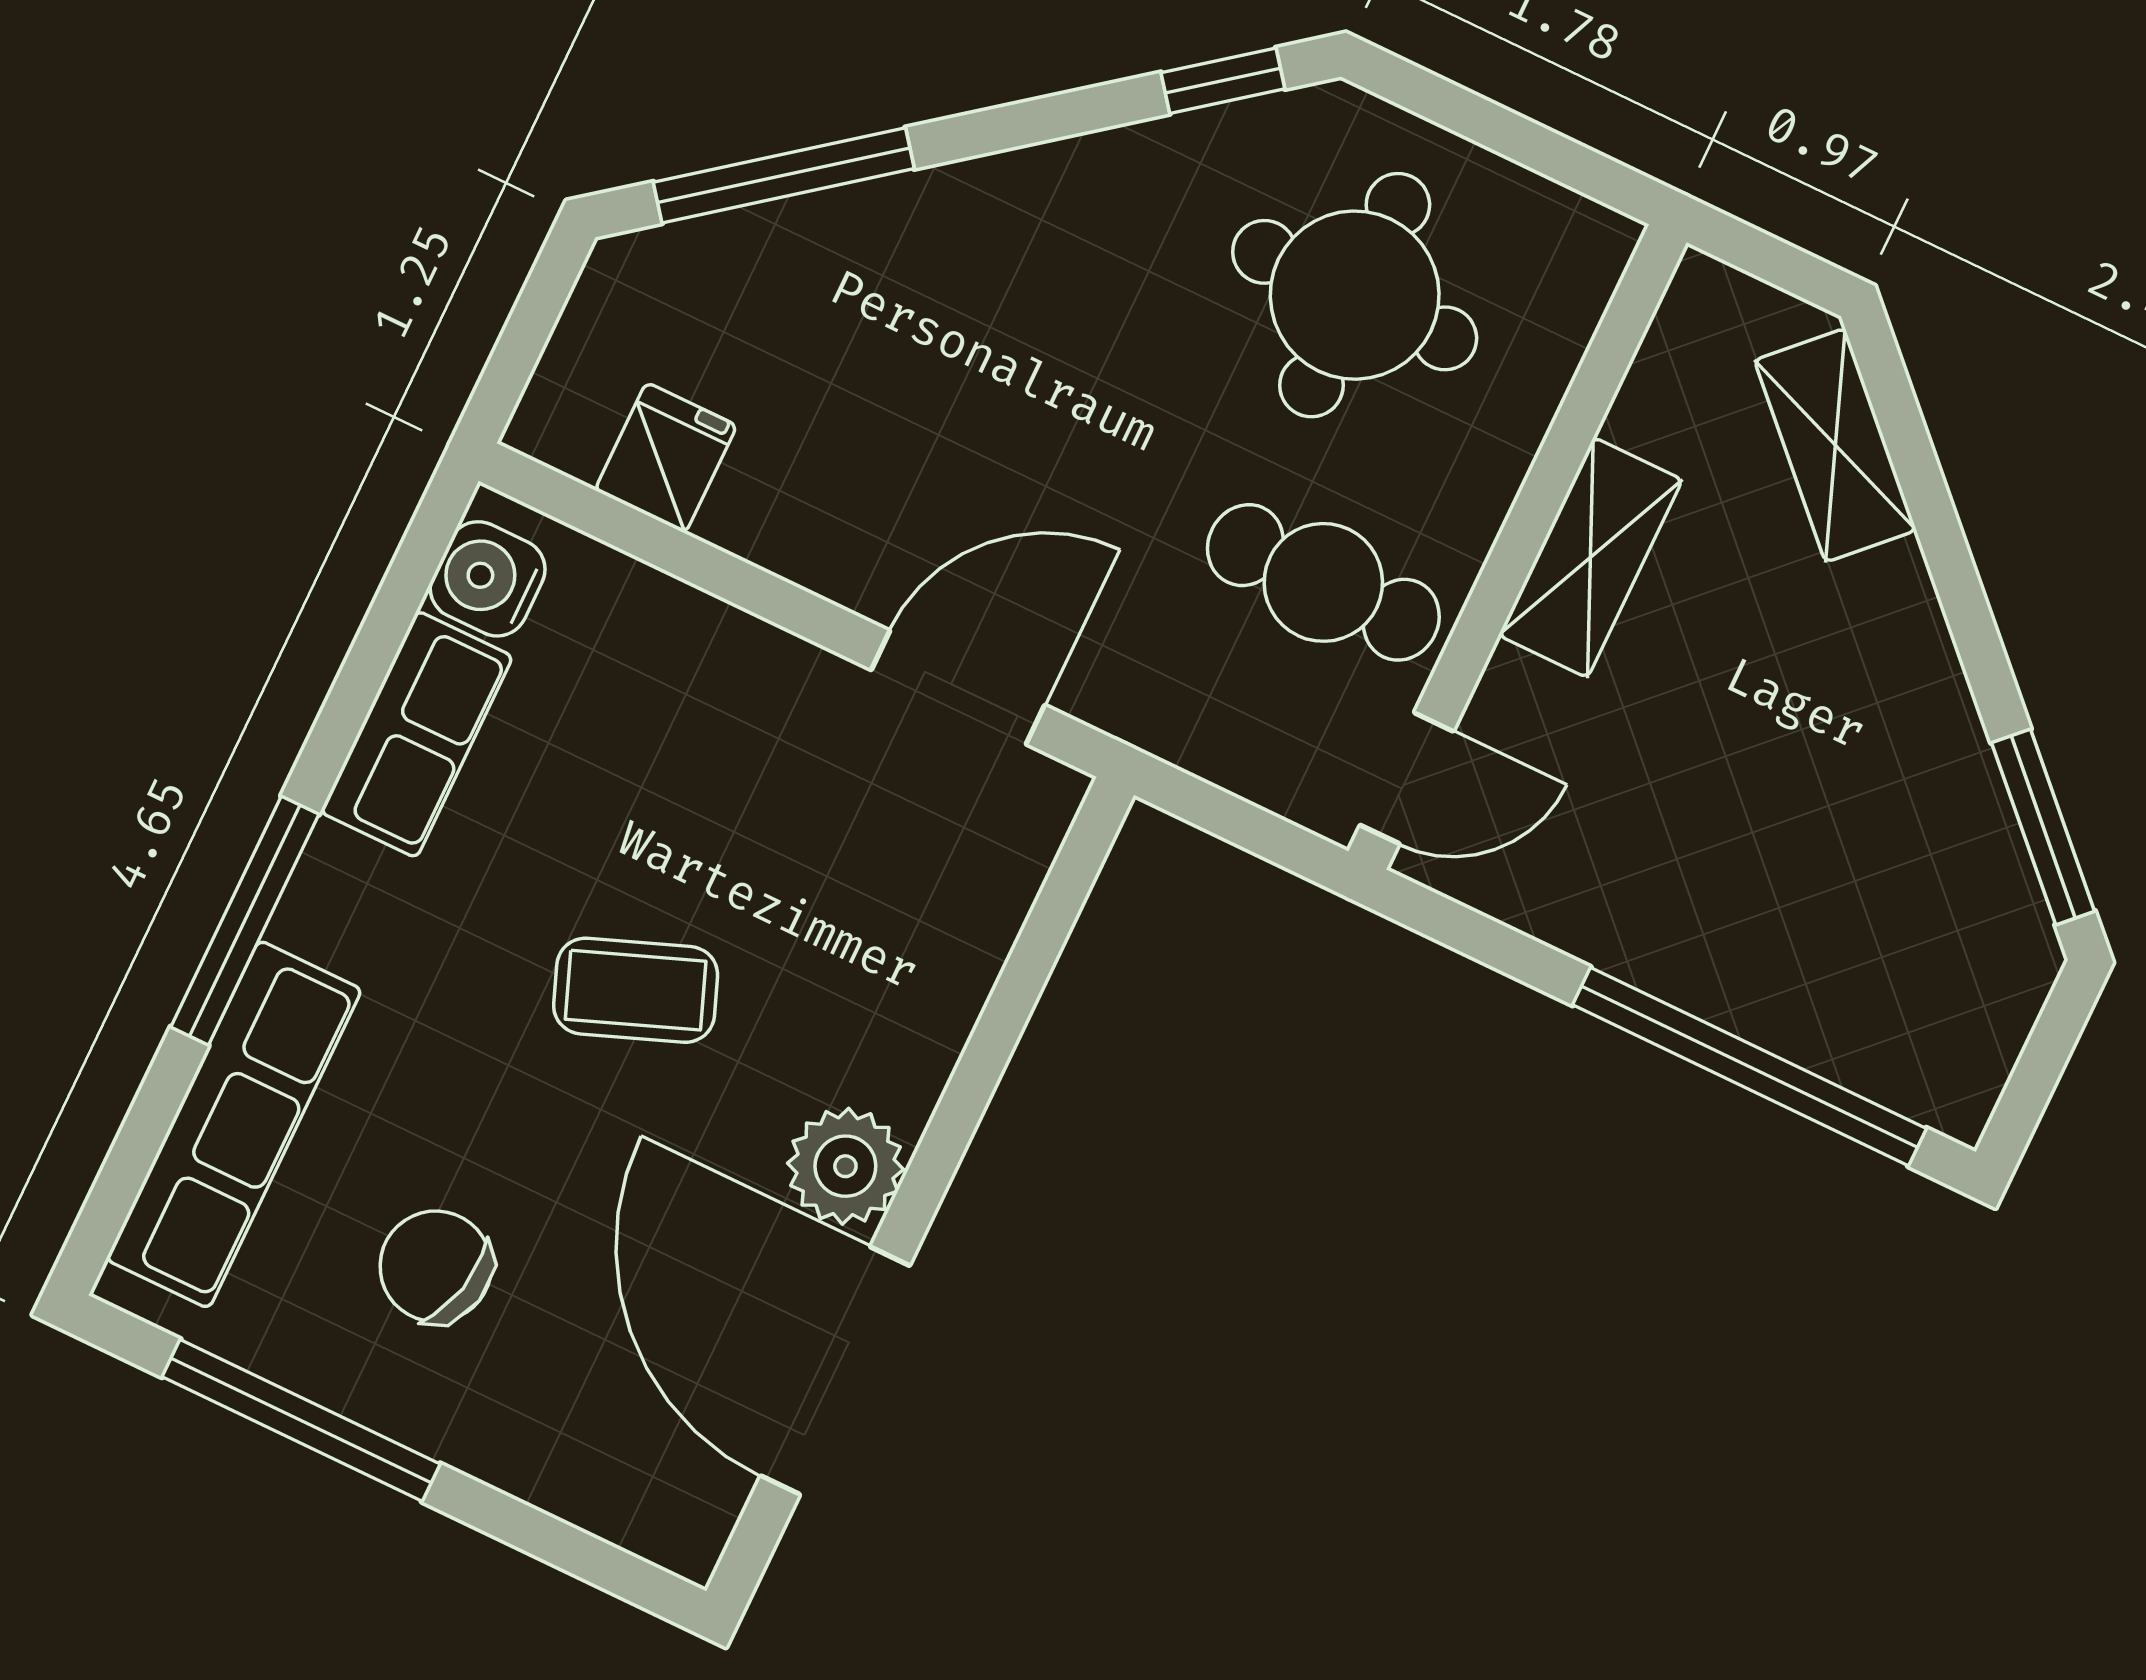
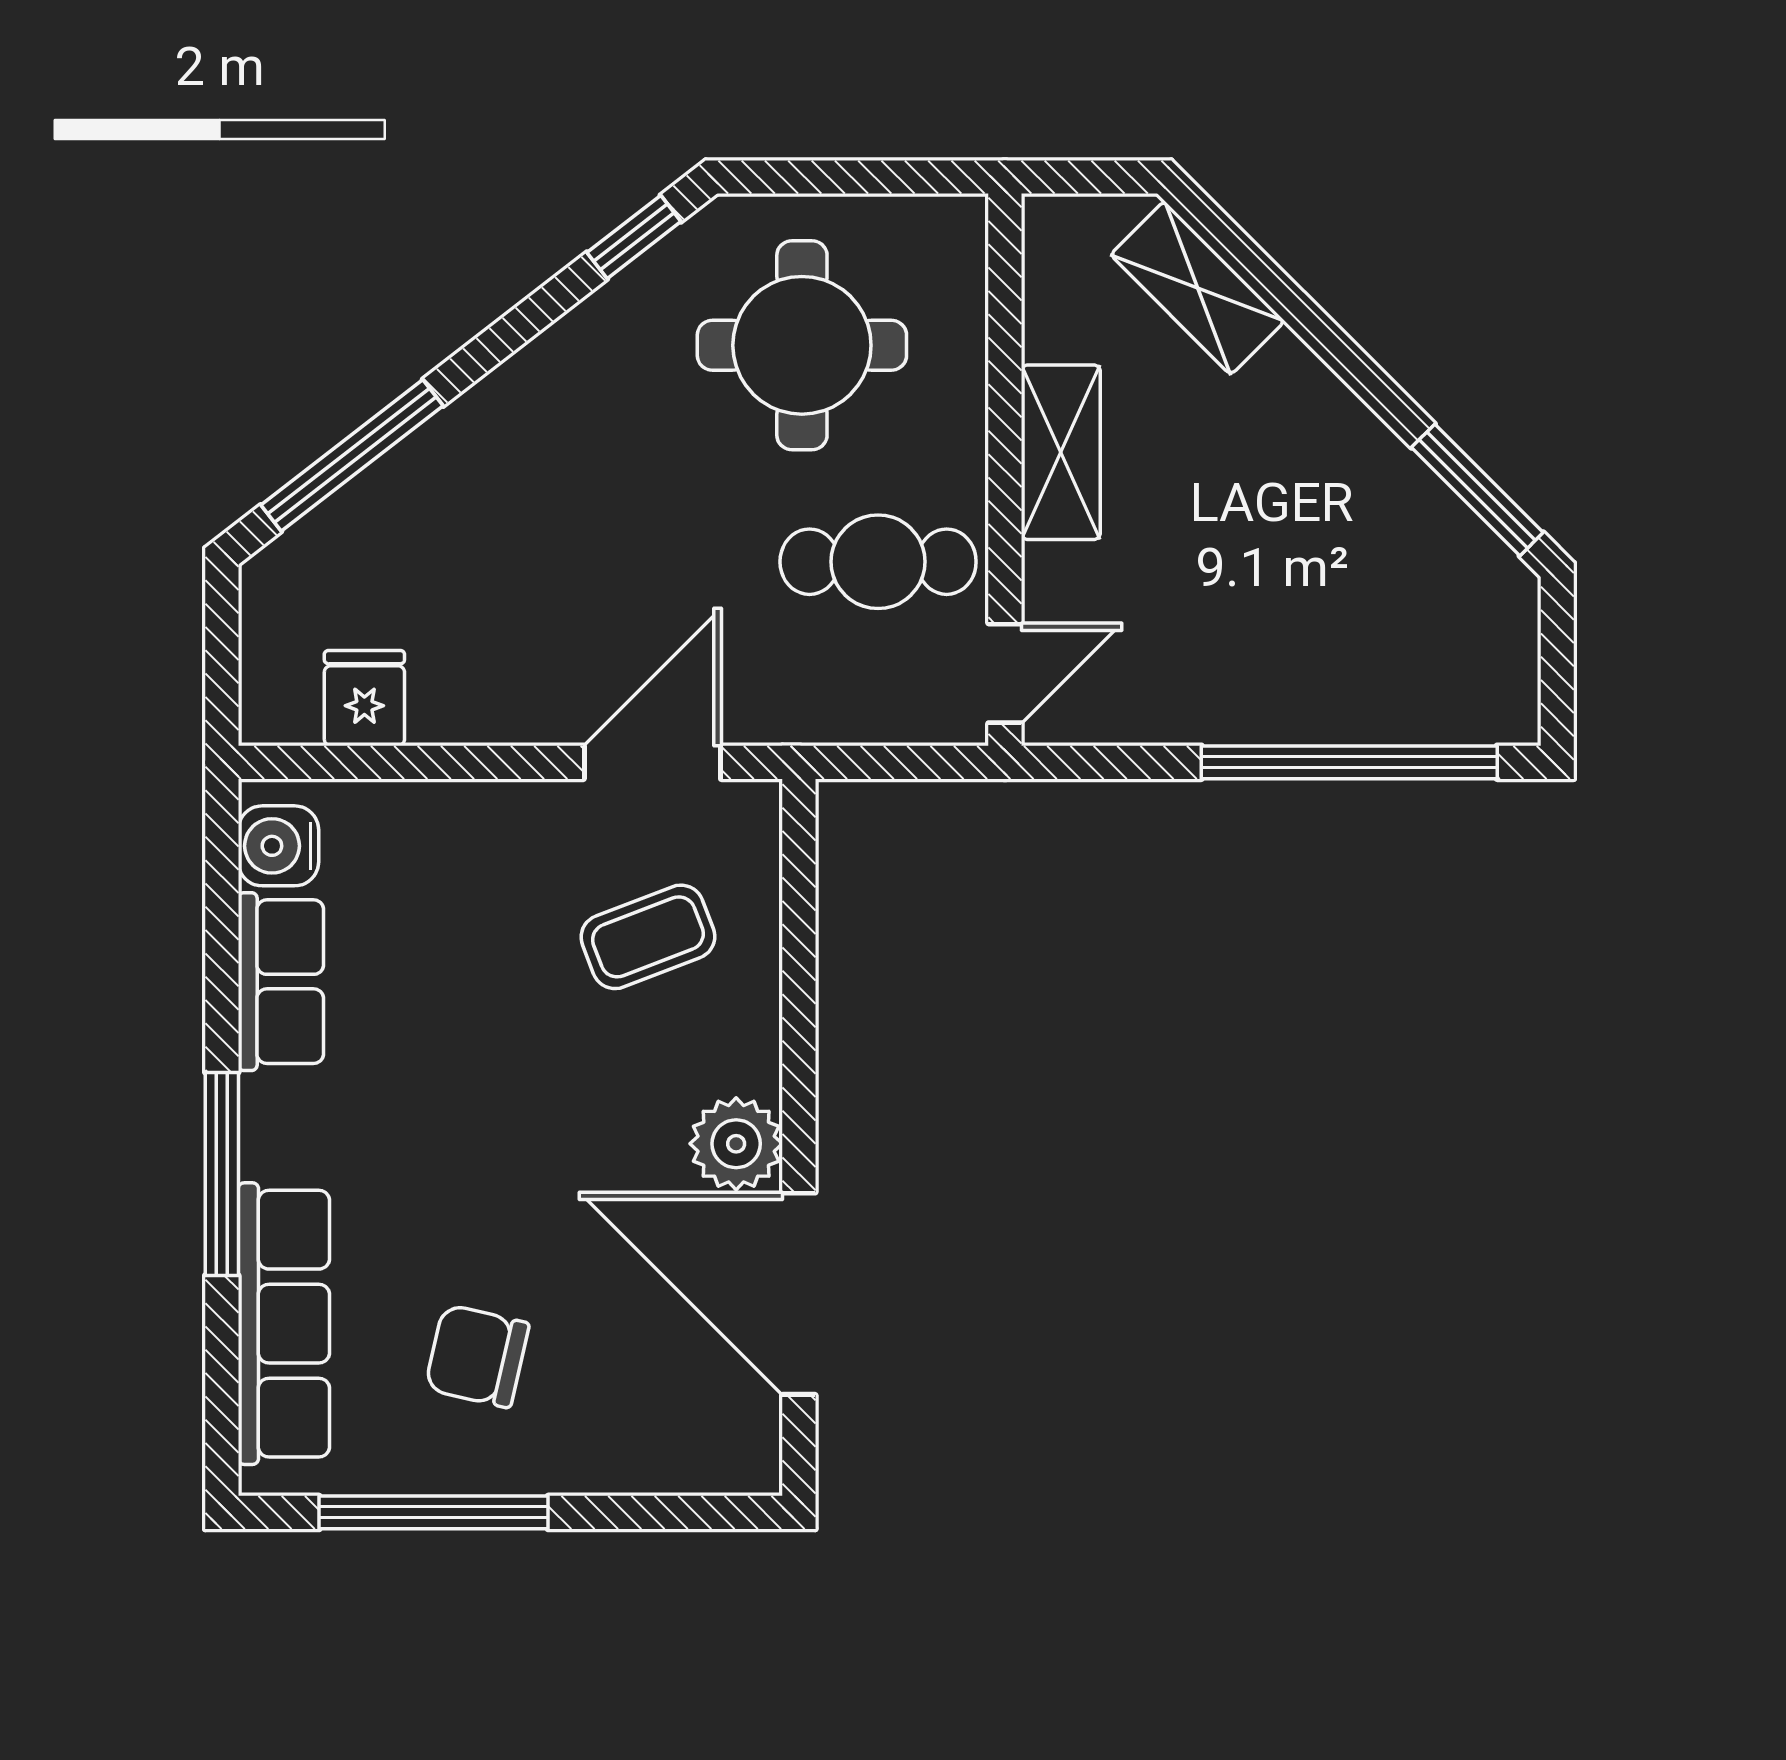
coffee table: (636, 990) -> (648, 937), moved

